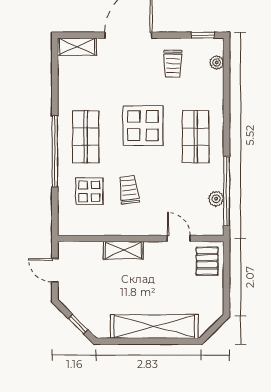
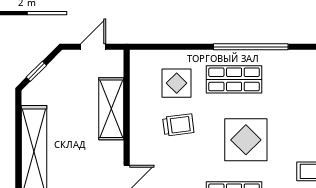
window: (55, 151) -> (251, 47), moved
shelving: (123, 250) -> (111, 109), width x1.50, depth x1.33

